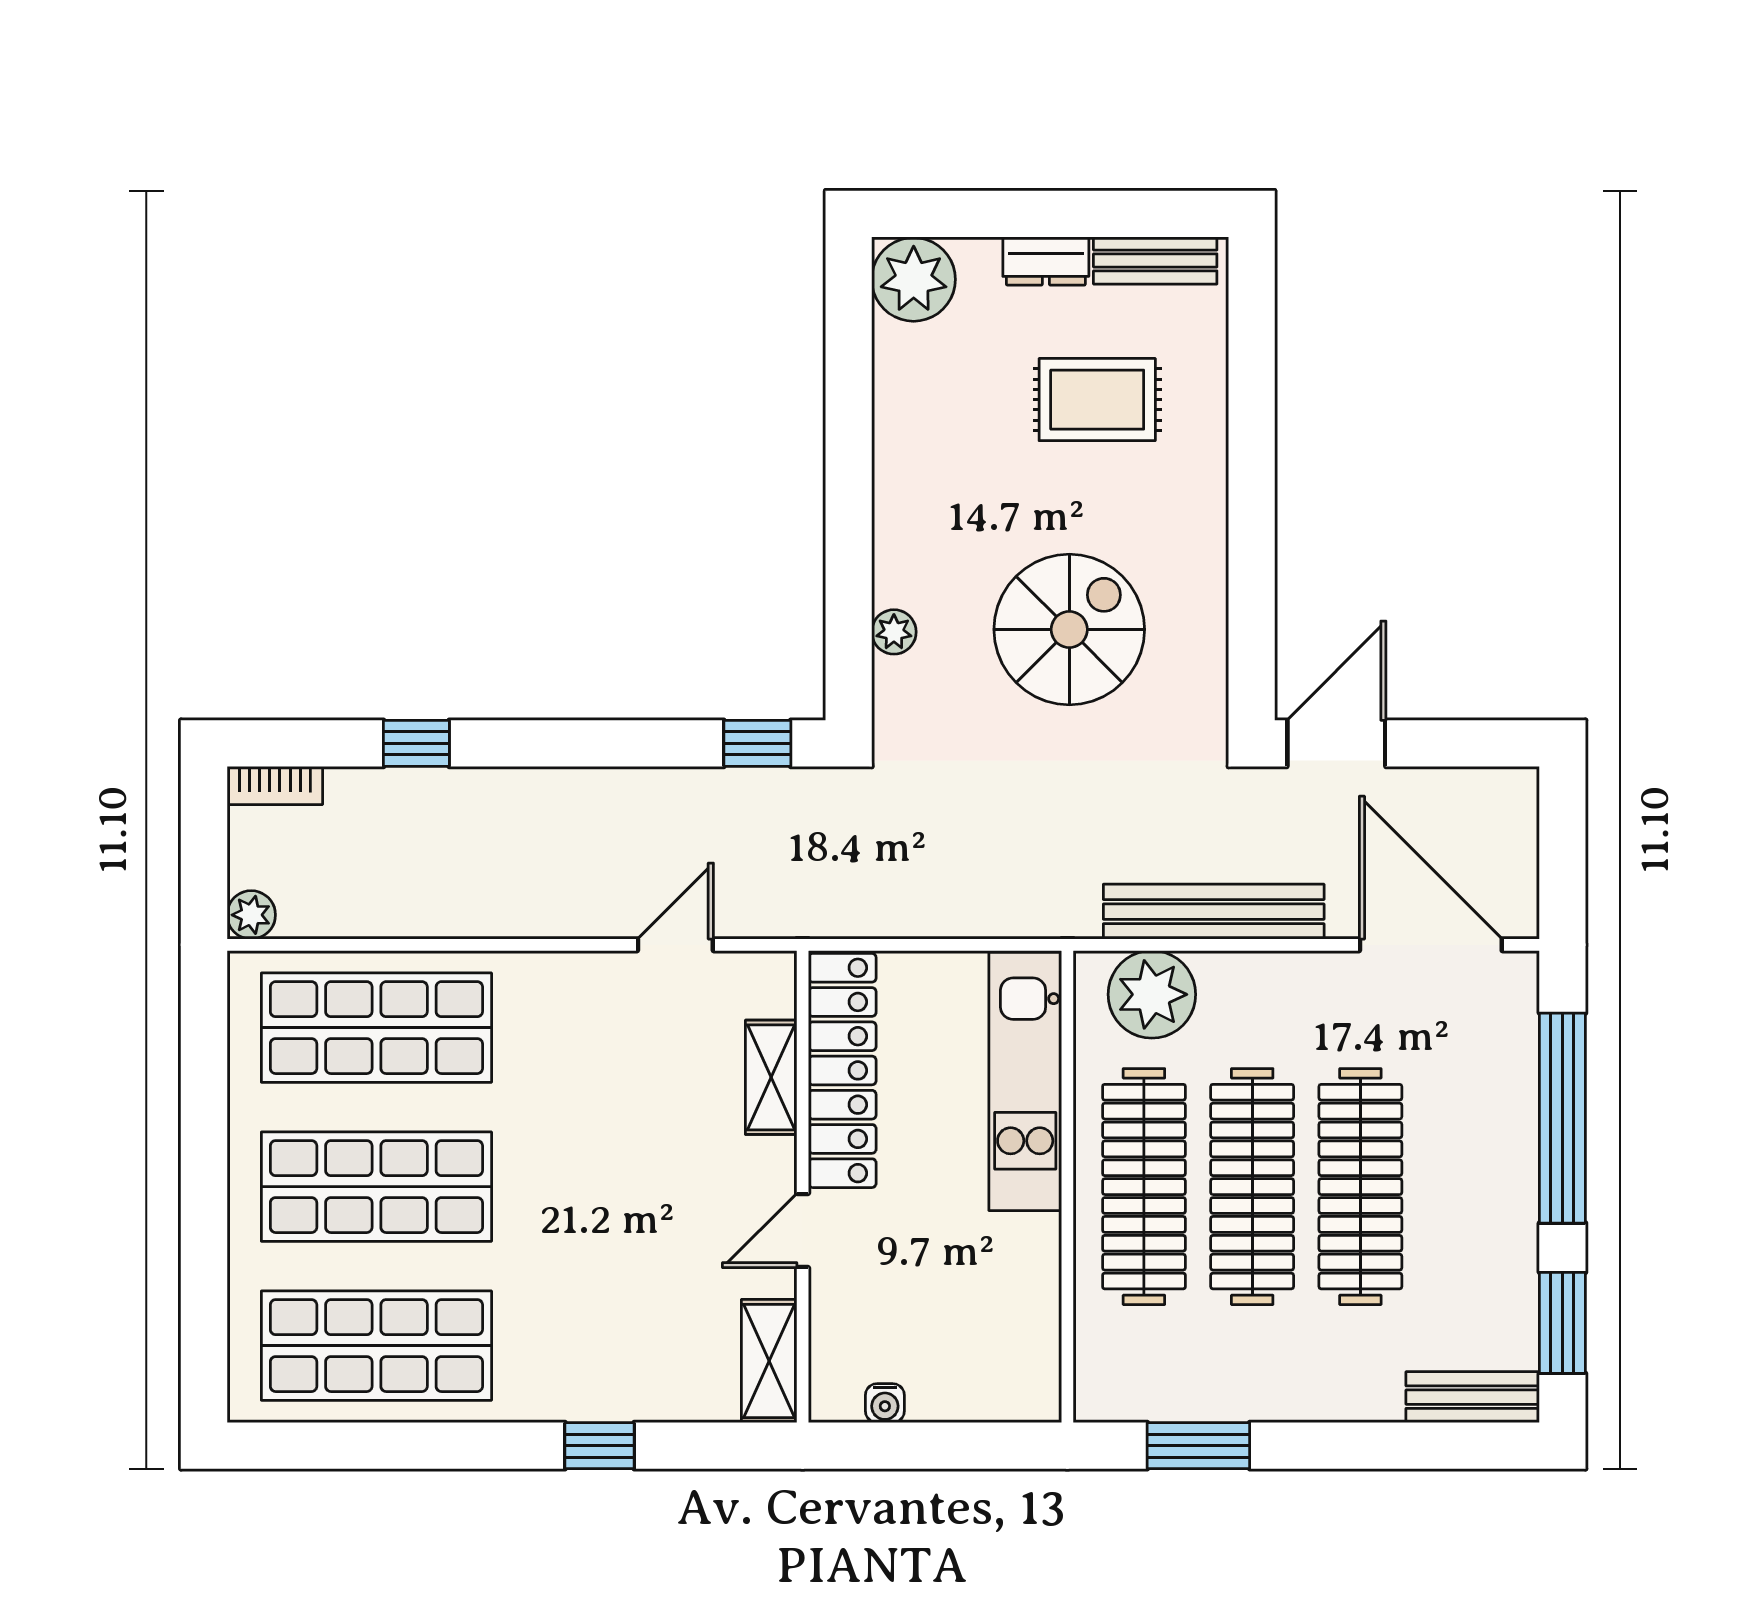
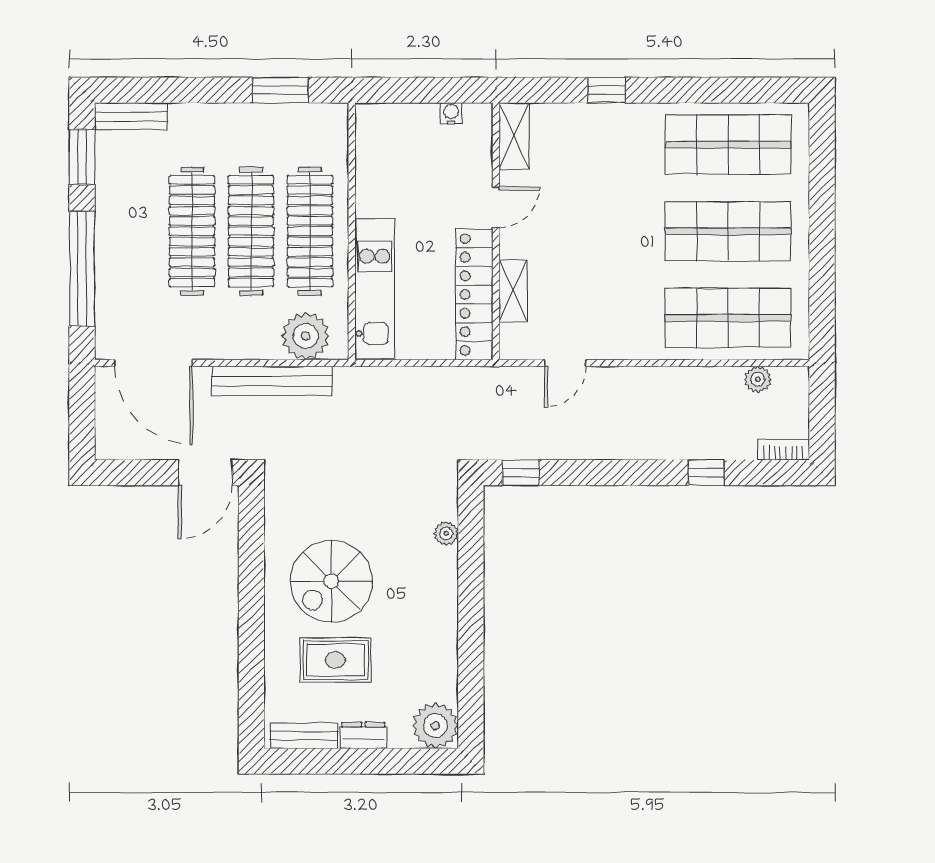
spiral stairs: (1069, 629) -> (331, 581), moved
plant: (251, 915) -> (758, 379), moved

